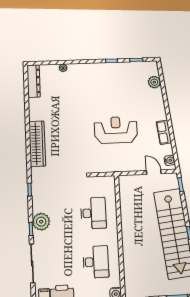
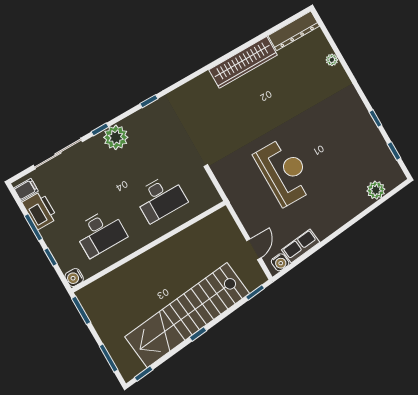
row of seats: (164, 132) -> (301, 246), moved
wardrobe: (37, 144) -> (243, 62), moved

